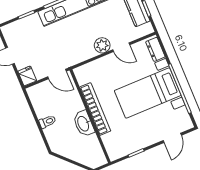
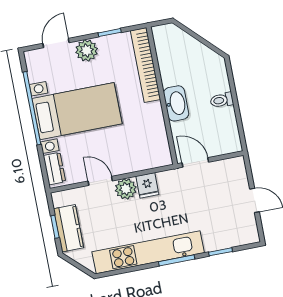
fridge: (27, 76) -> (147, 185), moved
bookcase: (95, 109) -> (145, 65), moved
washbasin: (84, 124) -> (176, 103), moved
plant: (150, 137) -> (87, 50), added

